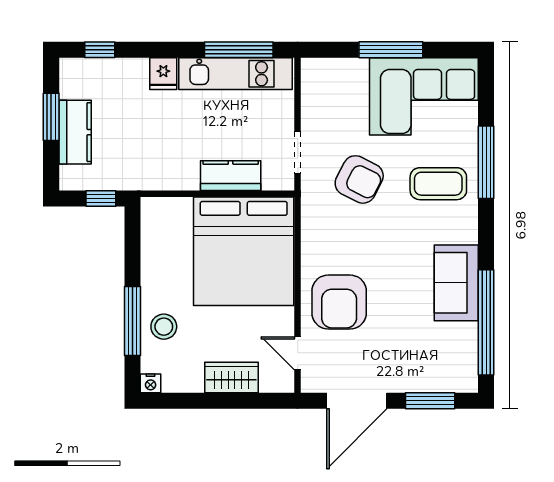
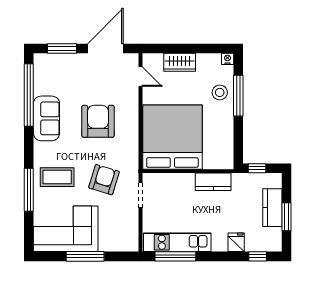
fridge: (163, 74) -> (236, 242), moved
kitchen counter: (231, 176) -> (213, 182), moved
armchair: (359, 179) -> (104, 180), turned 80
armchair: (339, 302) -> (98, 121), moved

